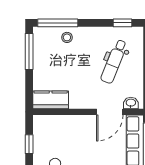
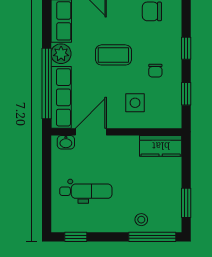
window: (29, 52) -> (186, 203), width x0.69
dental chair: (114, 61) -> (86, 191), turned 68
side table: (72, 136) -> (135, 103), added

